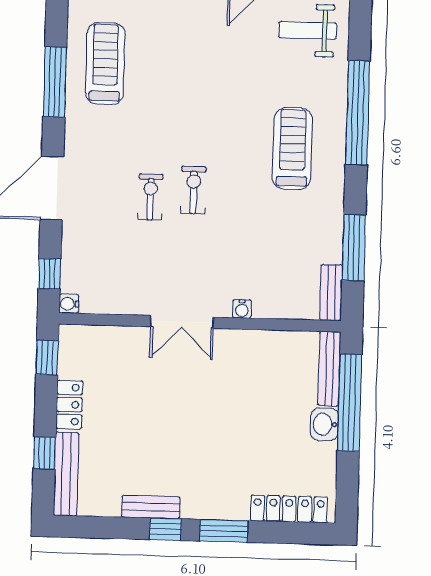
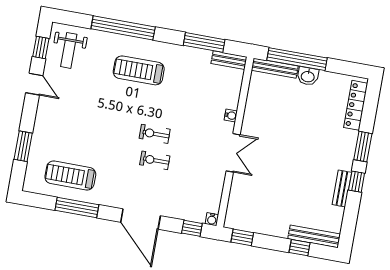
locker: (69, 405) -> (273, 228), removed

